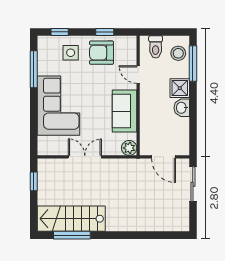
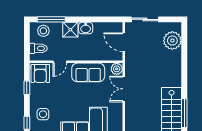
armchair: (102, 53) -> (40, 73), moved
double door: (85, 157) -> (124, 89), moved
door: (164, 157) -> (124, 42), swing flipped
plant: (166, 220) -> (172, 41), added

